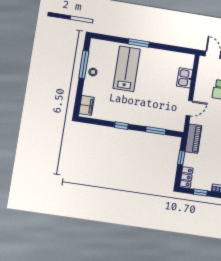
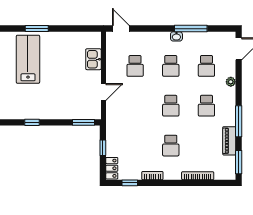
window: (156, 131) -> (84, 122), moved
piano: (193, 139) -> (113, 125), removed

